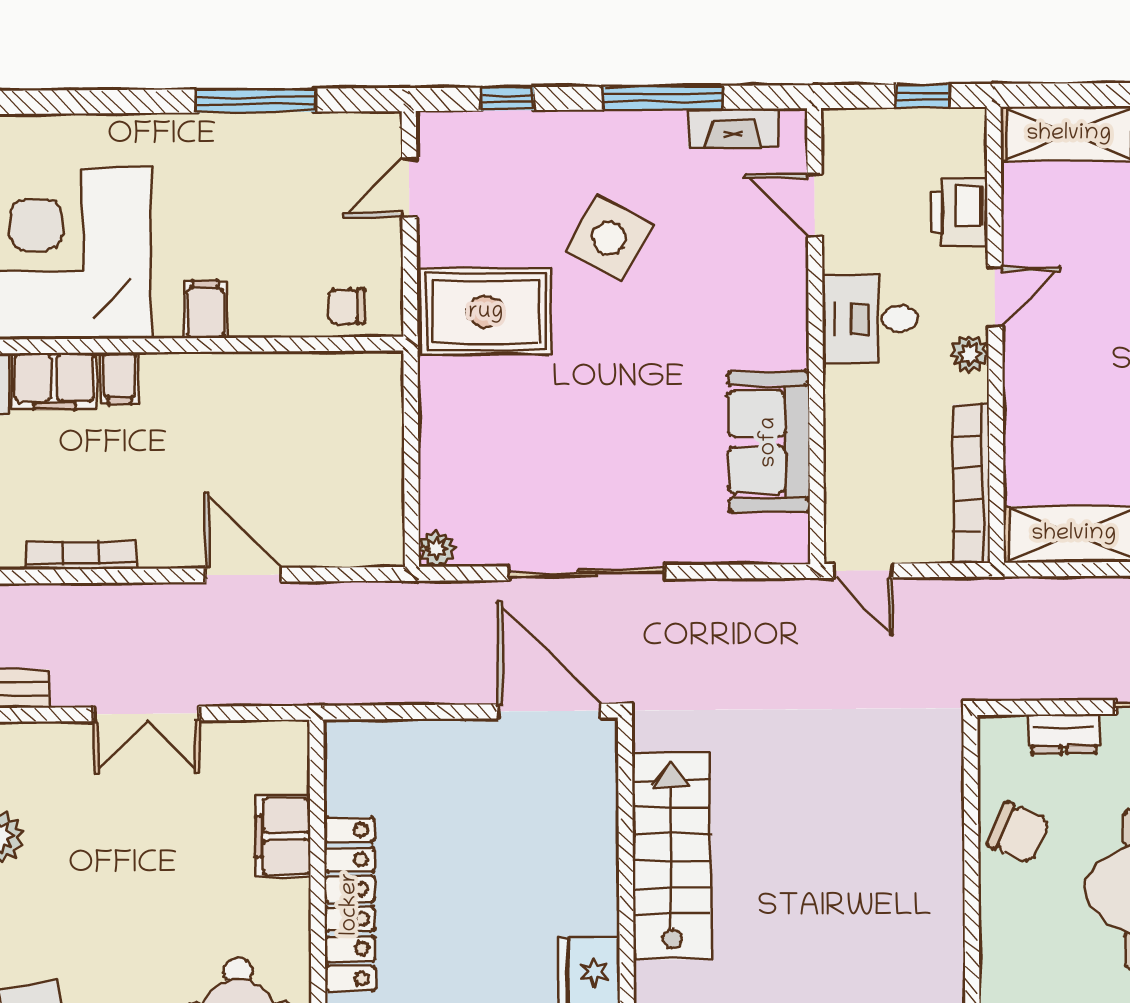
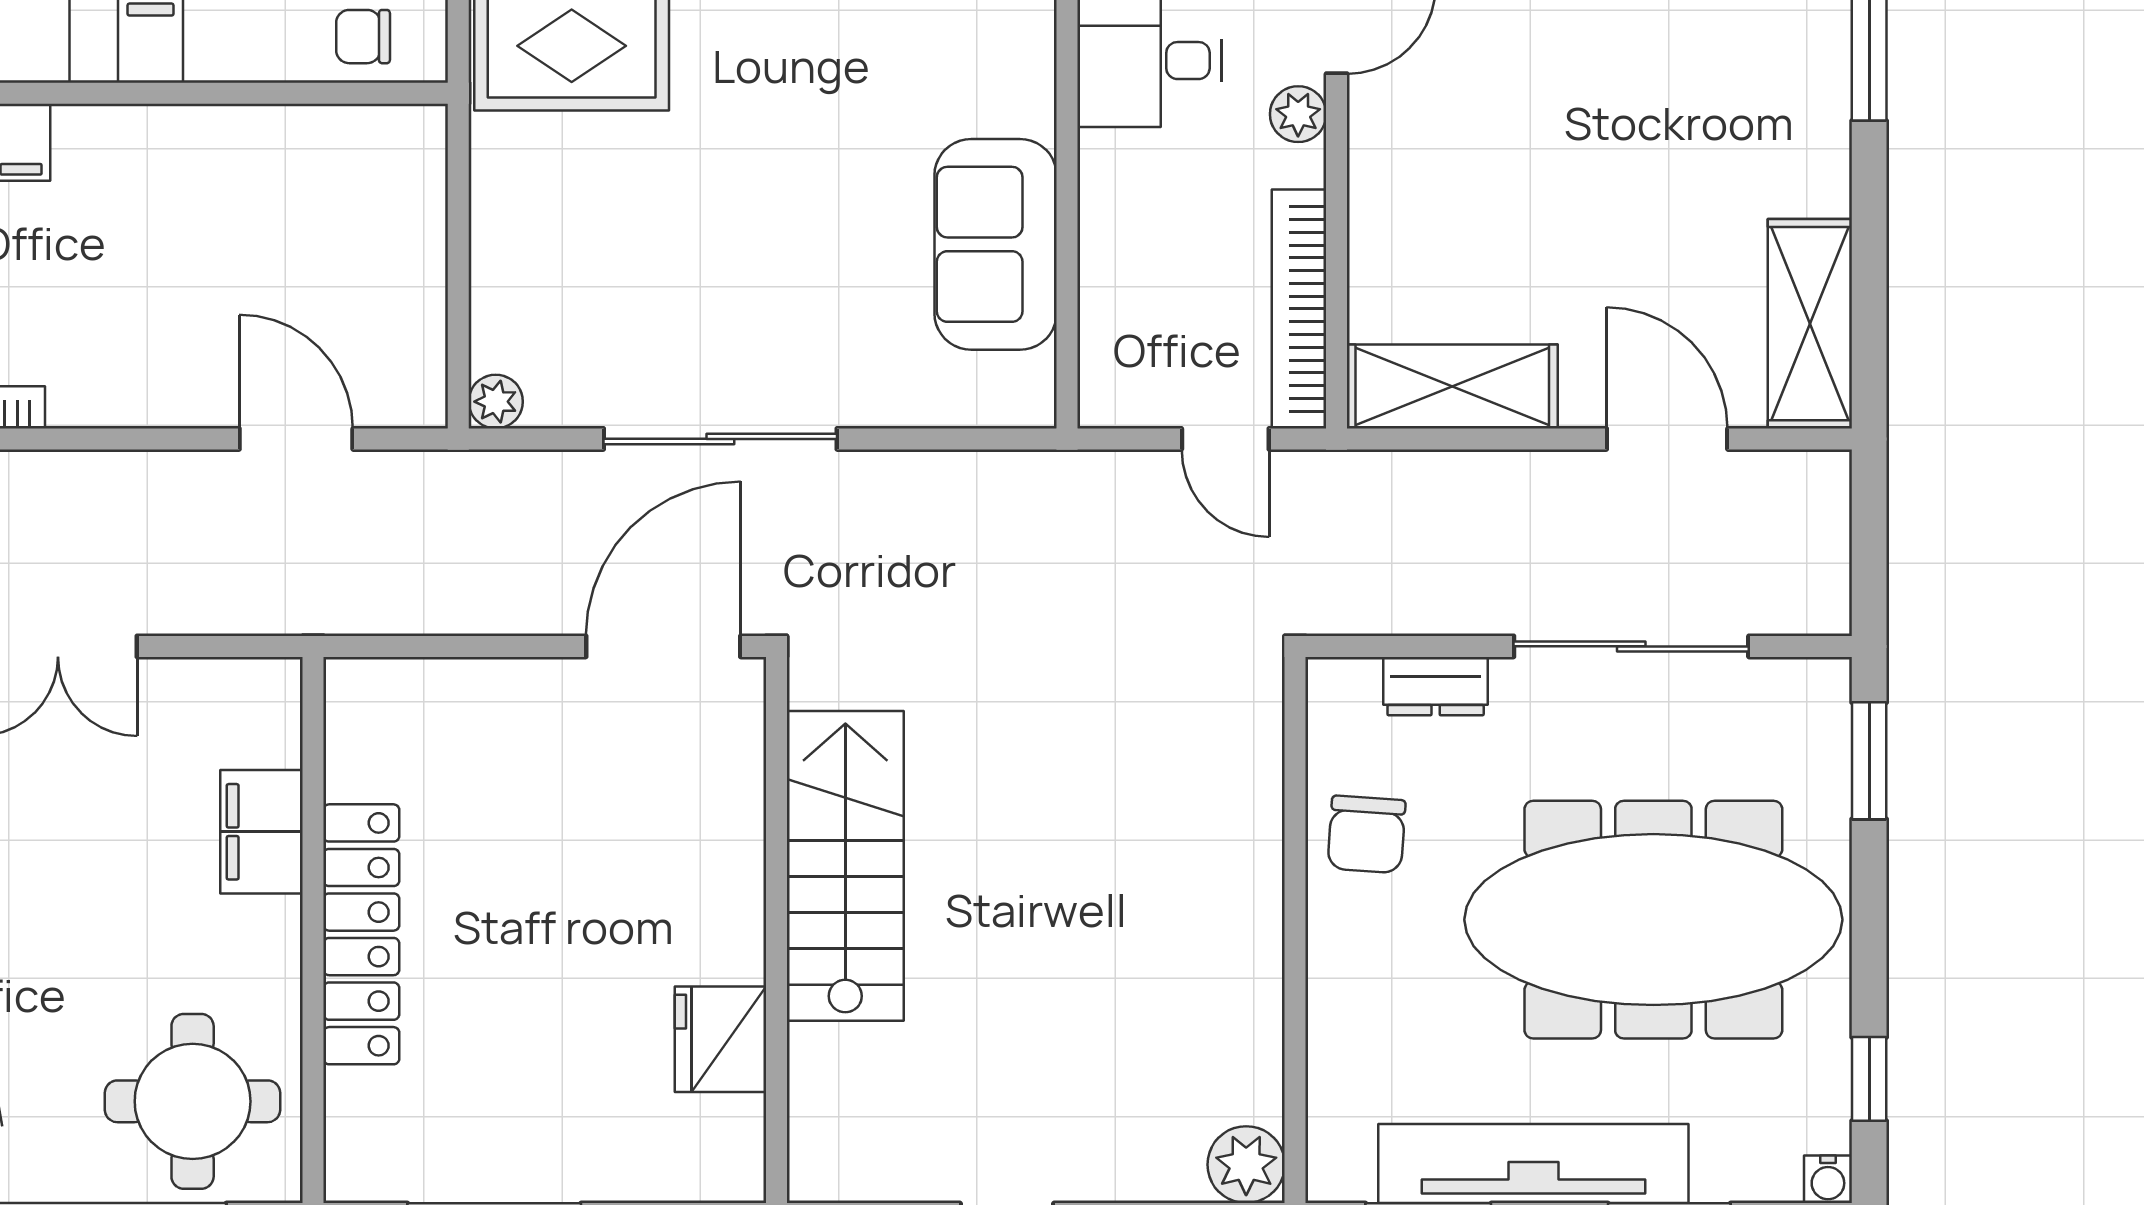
door: (863, 571) -> (1225, 439), moved
door: (243, 575) -> (296, 439), moved
door: (549, 711) -> (663, 646), hinge flipped
chair: (1019, 833) -> (1366, 834), turned 69

